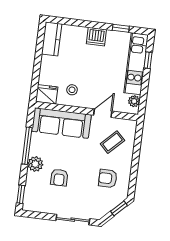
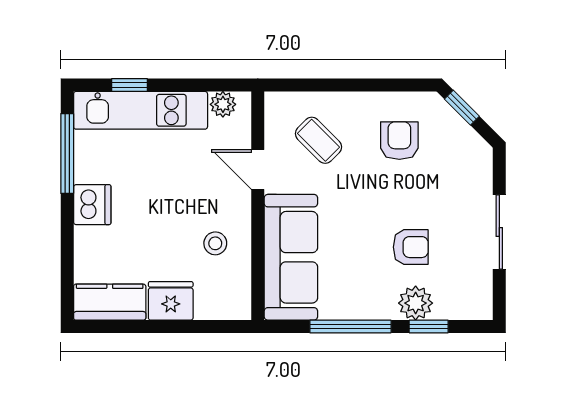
window: (121, 28) -> (67, 154), width x2.17
fridge: (47, 94) -> (171, 301), moved, turned 90
plant: (35, 164) -> (416, 303), moved
armchair: (108, 178) -> (399, 141), turned 180
window: (21, 194) -> (429, 327), moved
sliding door: (73, 220) -> (499, 232), moved

